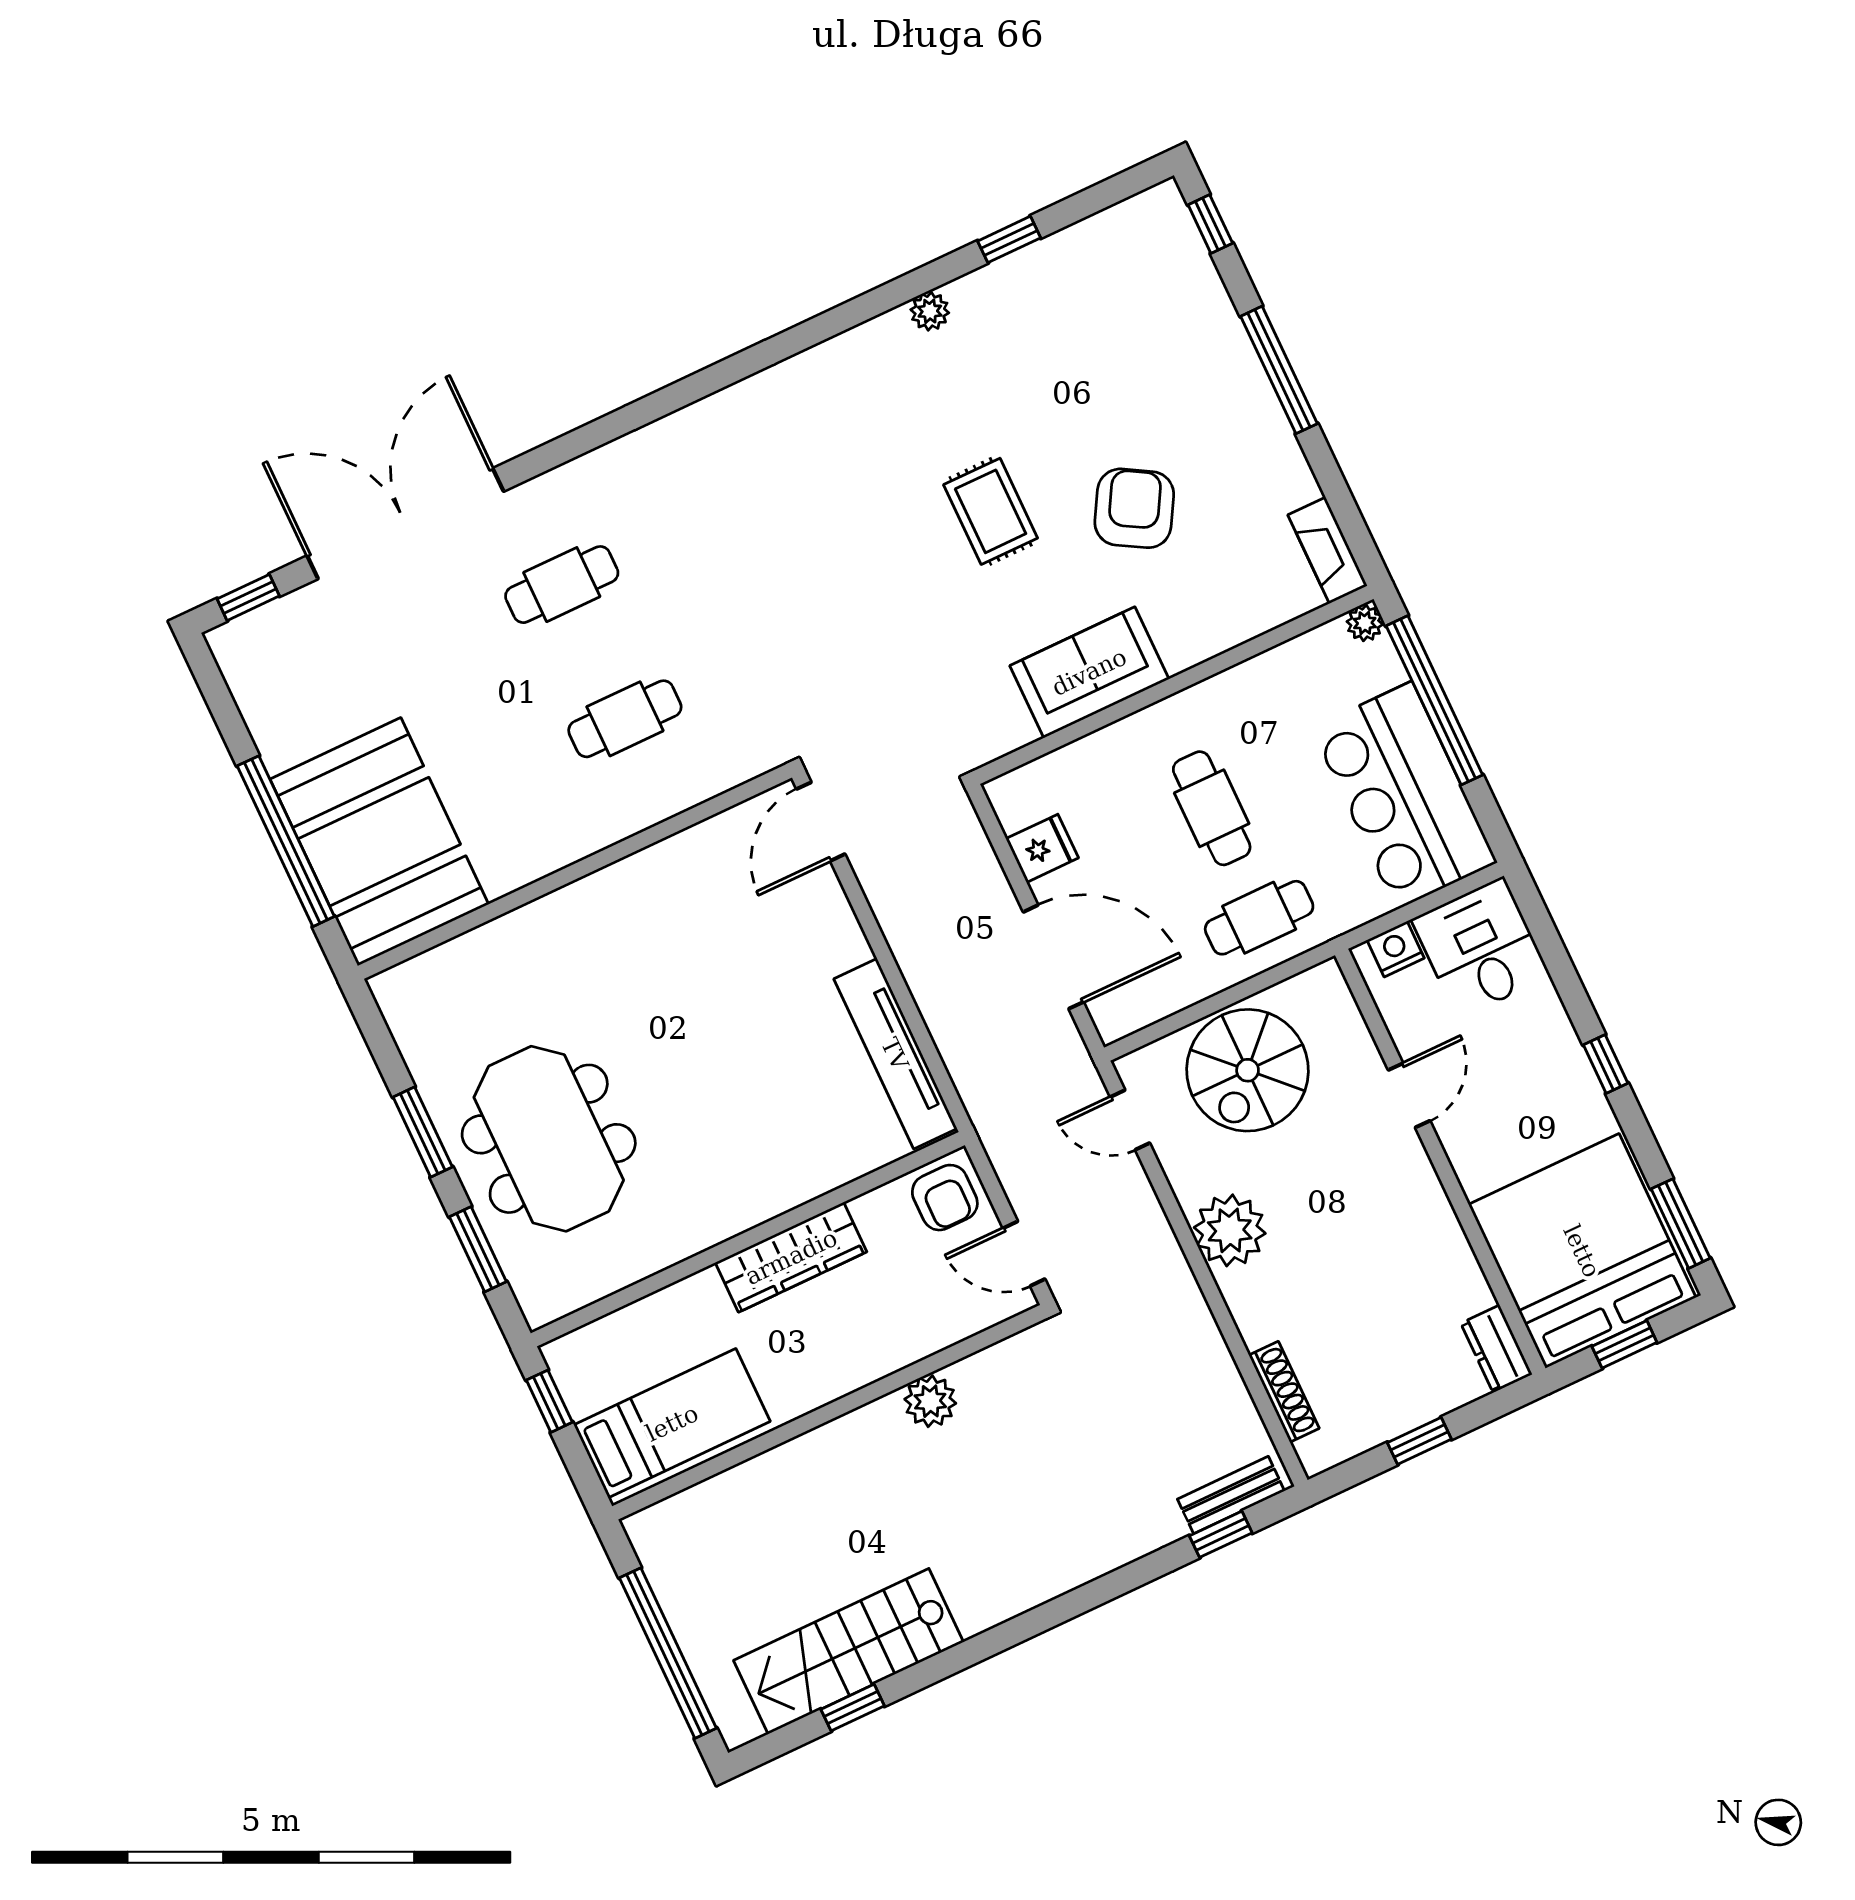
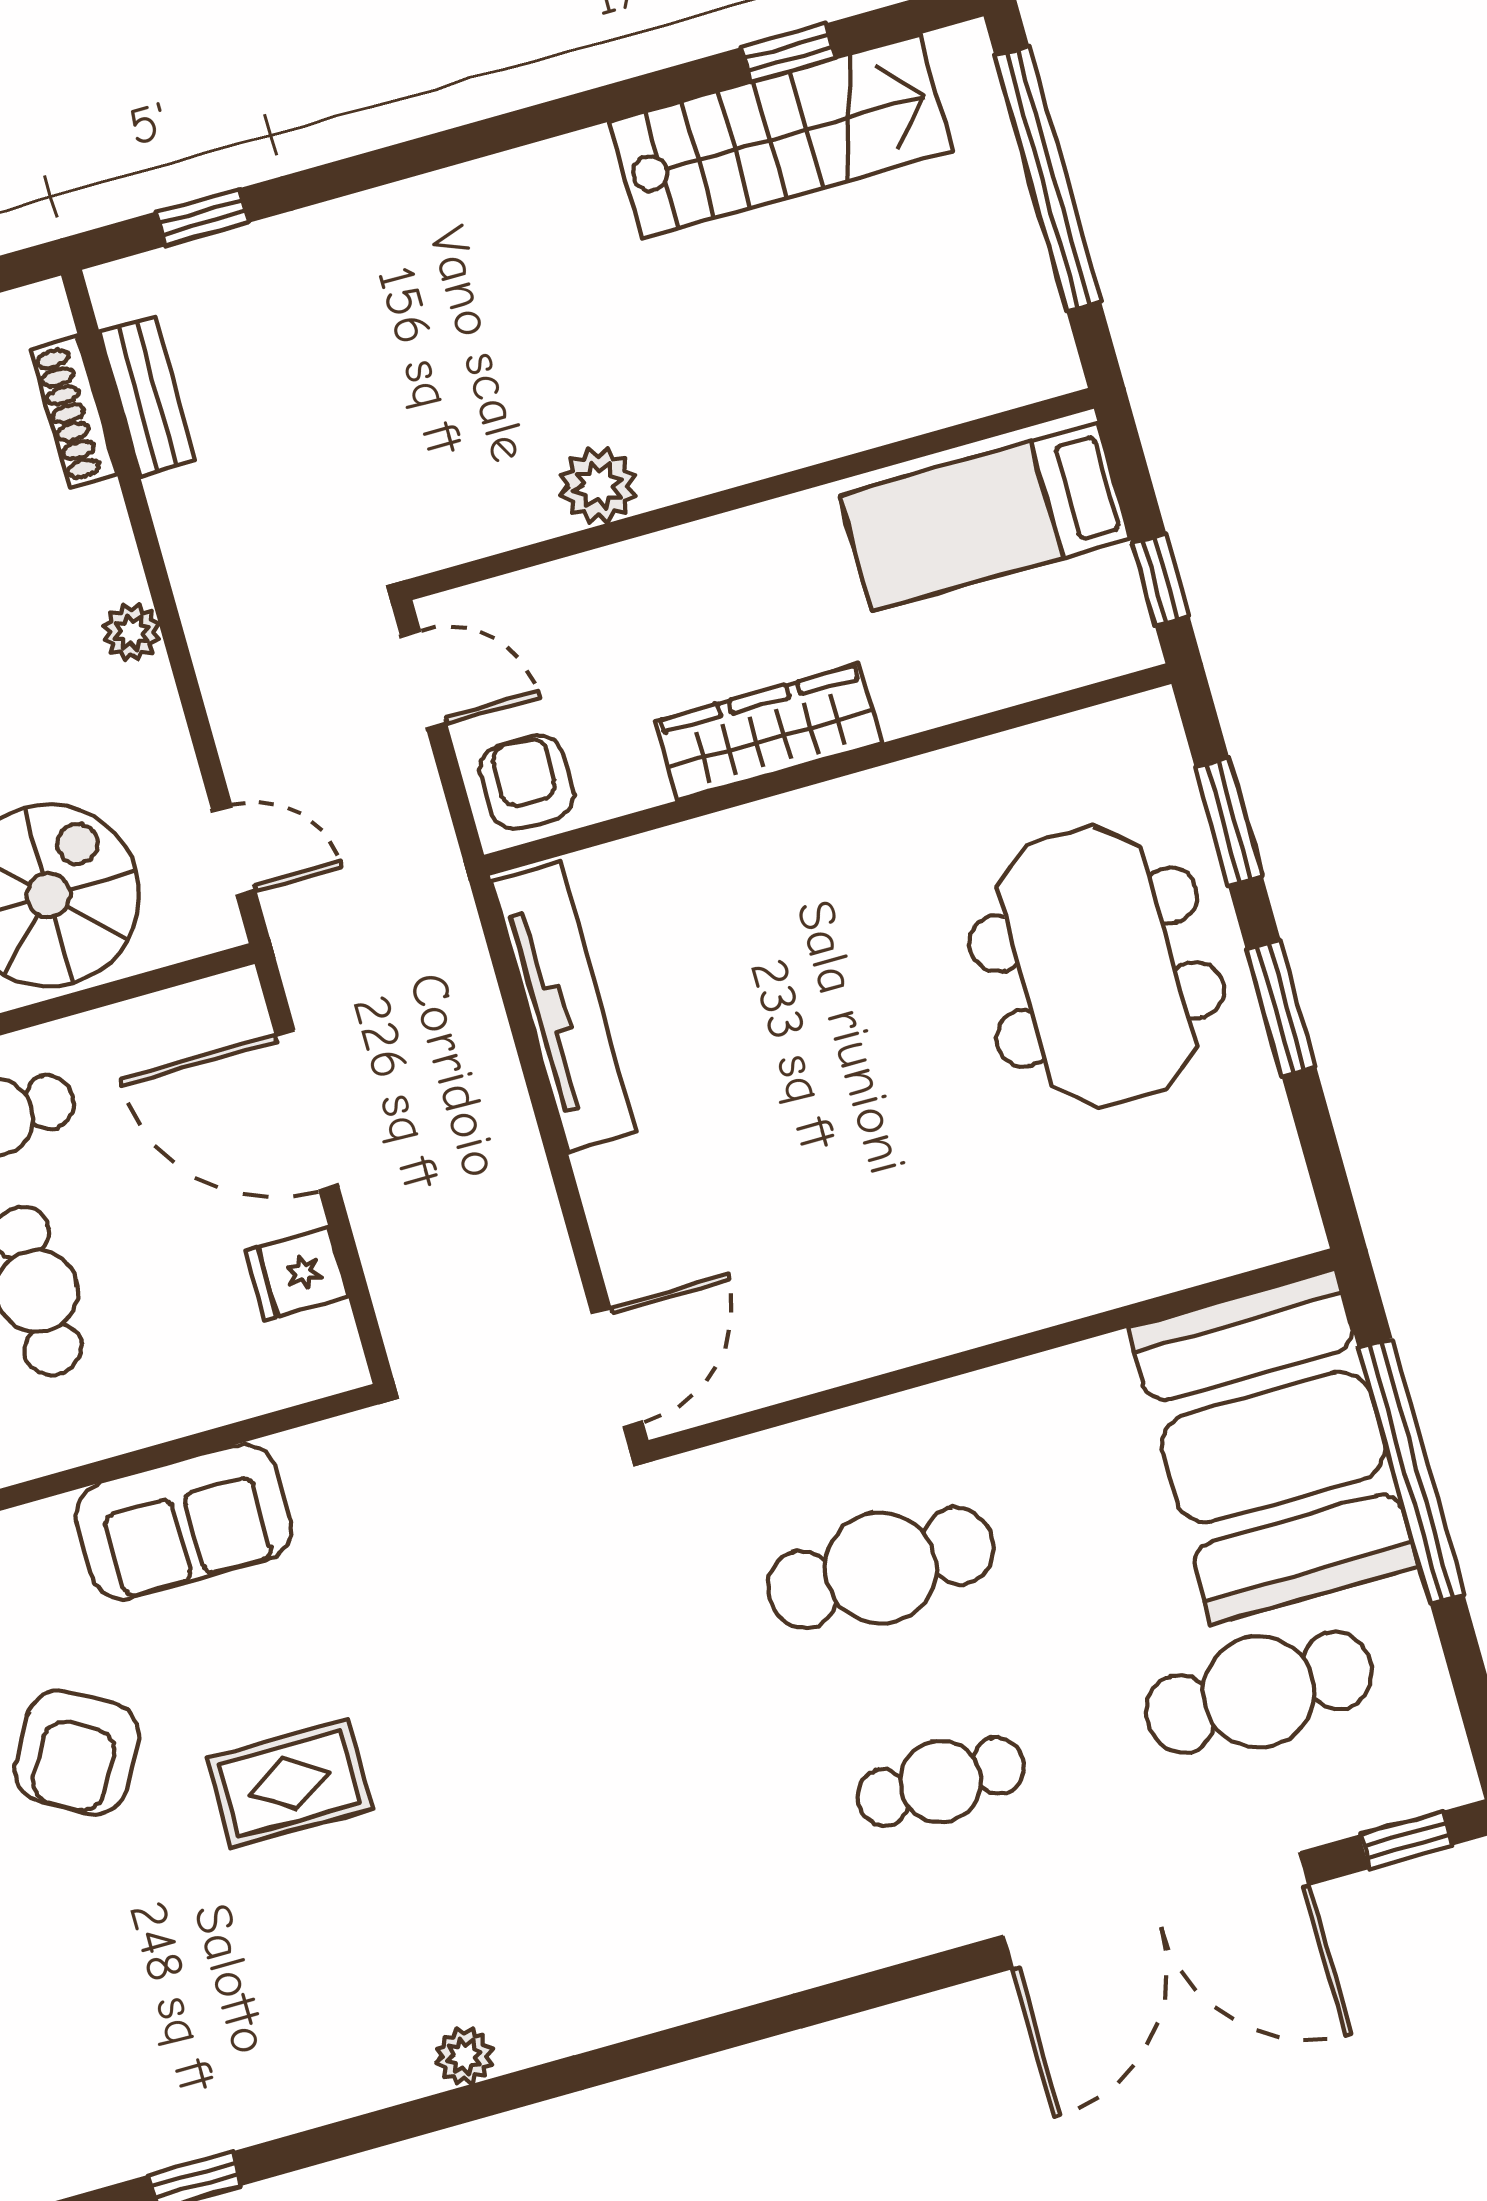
plant: (930, 311) -> (464, 2056), moved
rug: (991, 511) -> (290, 1784), turned 90
cafe table: (362, 679) -> (1259, 1692), added
cafe table: (625, 719) -> (880, 1568), width x1.37, depth x1.35
plant: (1230, 1230) -> (132, 633), width x0.53, depth x0.53
bench: (1231, 1495) -> (147, 396), moved, turned 90

